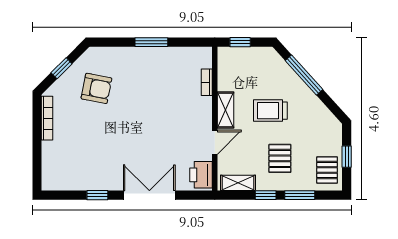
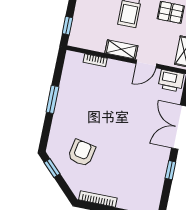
window: (62, 68) -> (52, 168), moved
door: (215, 142) -> (146, 64), swing flipped

